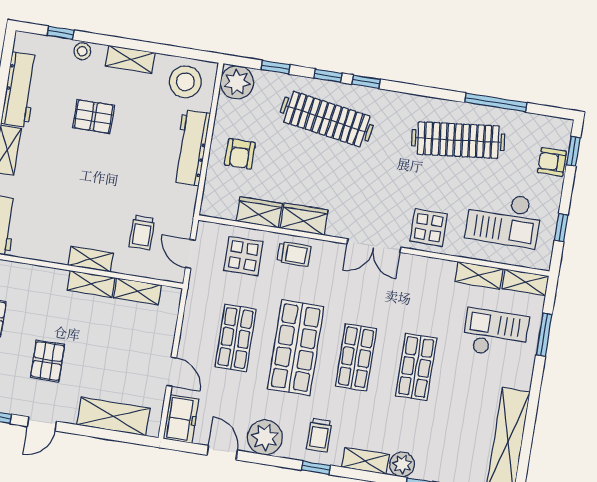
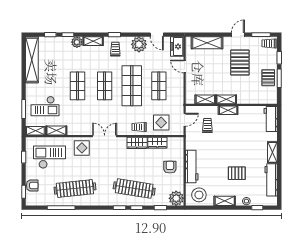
door: (190, 254) -> (185, 120), hinge flipped
pallet: (48, 361) -> (240, 63), width x1.50, depth x1.42

